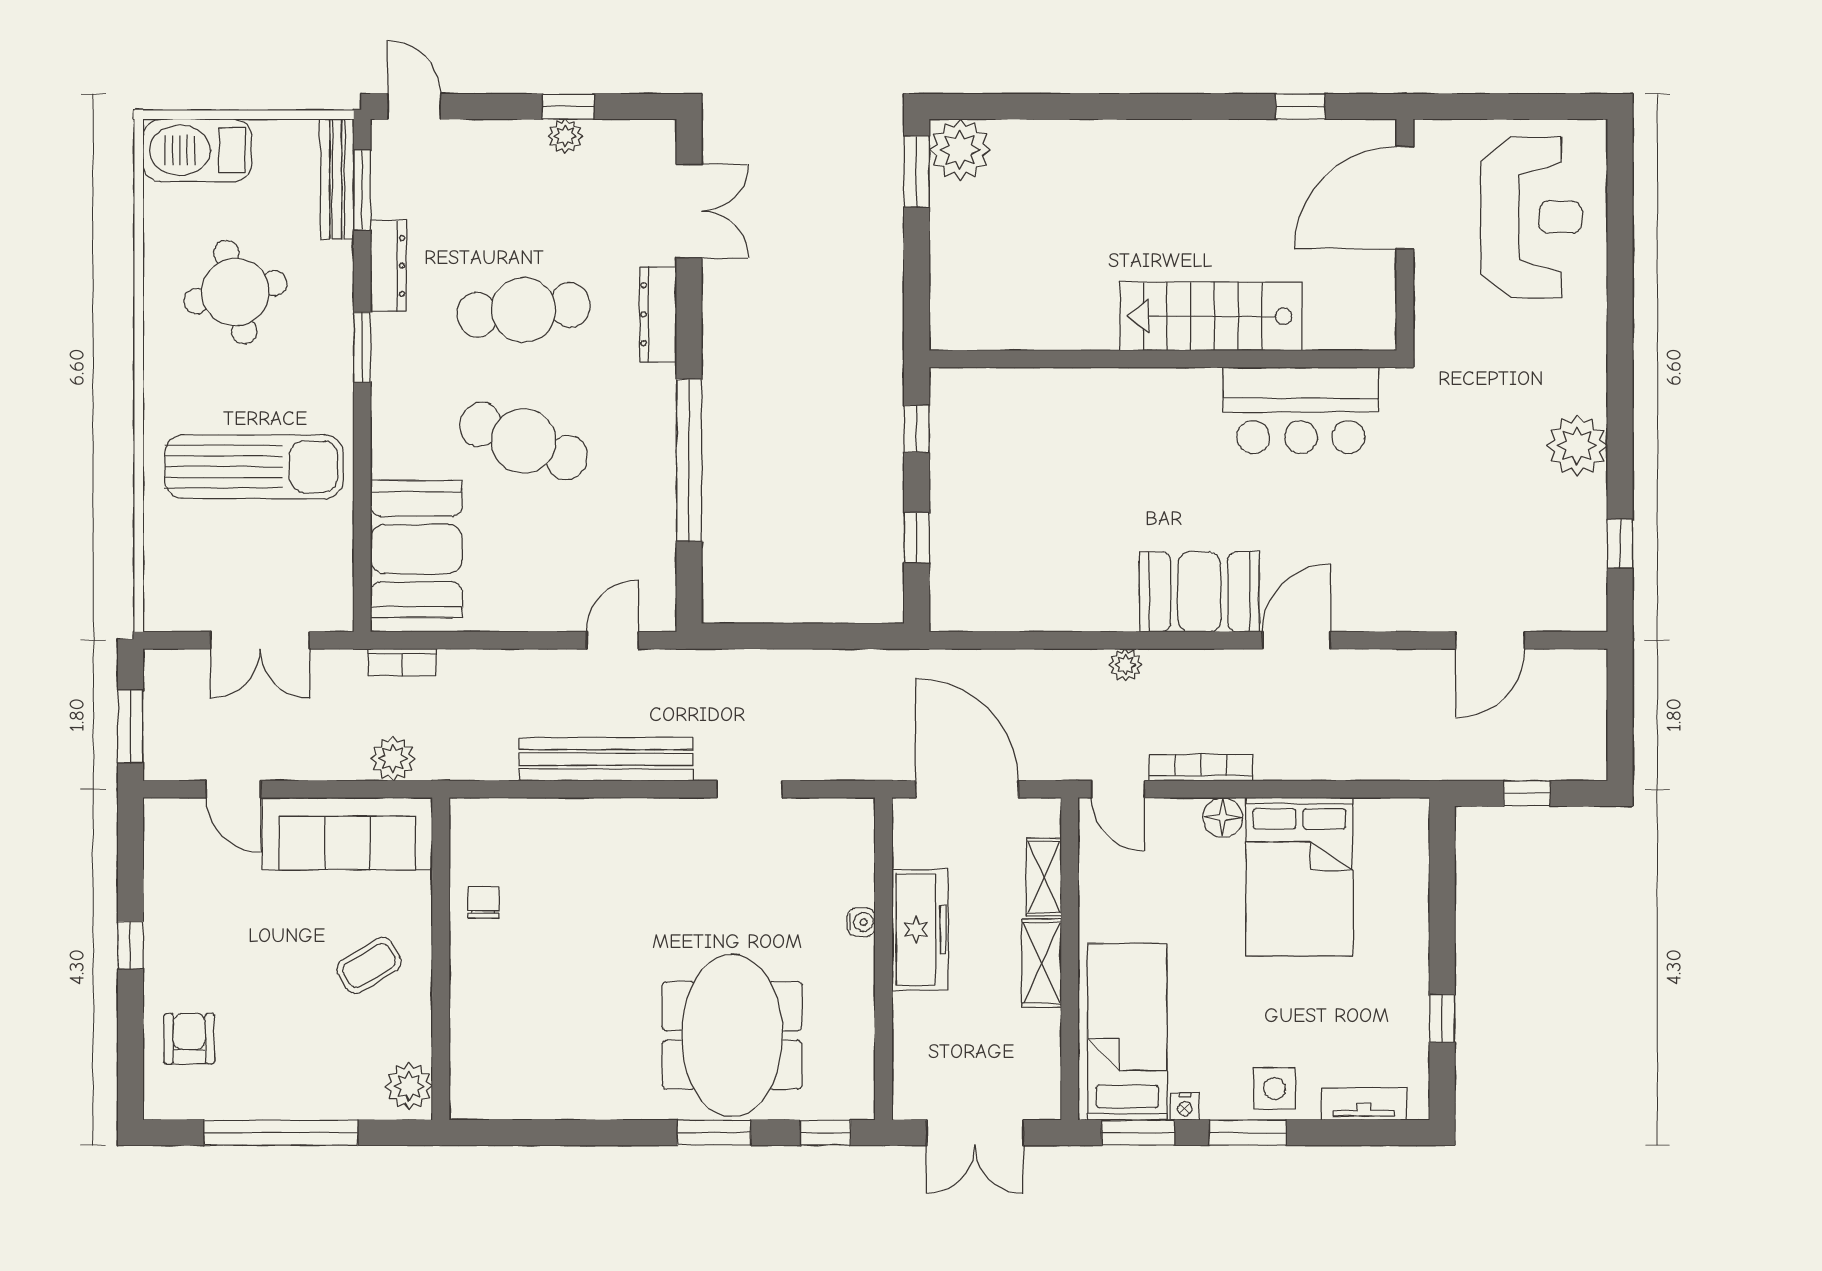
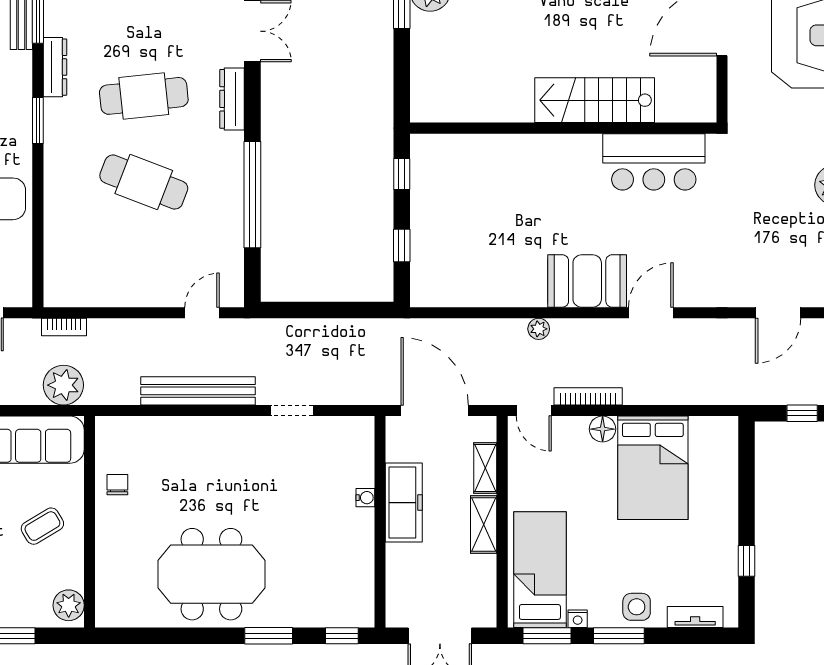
booth: (416, 549) -> (73, 253), removed
plant: (393, 759) -> (63, 385), width x1.36, depth x1.36
meeting table: (732, 1035) -> (211, 574), moved, turned 90

